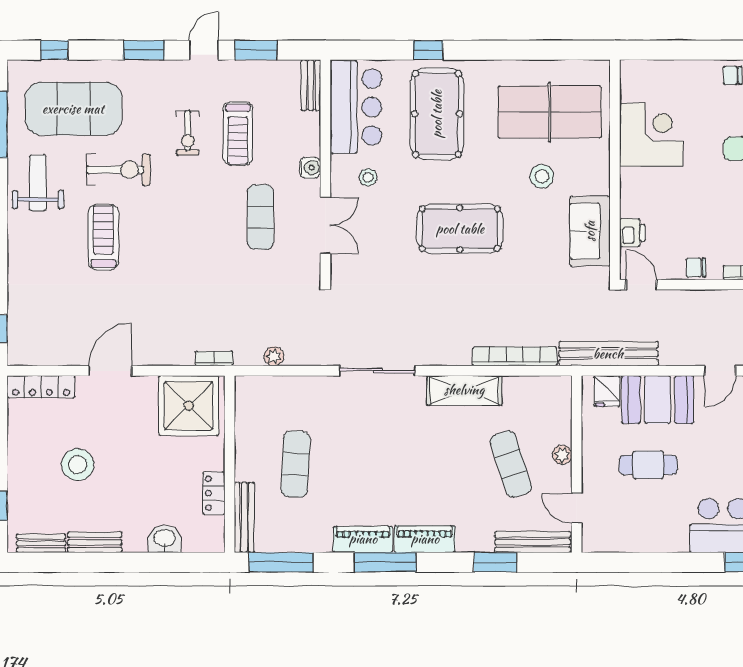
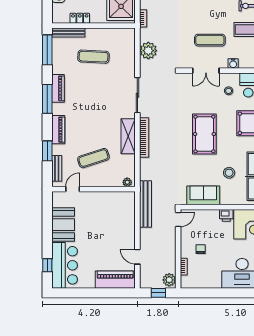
printer: (632, 233) -> (226, 215), moved
chair: (696, 268) -> (201, 249), moved
plant: (274, 356) -> (148, 51), width x1.88, depth x1.88
bookcase: (515, 356) -> (144, 138), moved
fridge: (607, 391) -> (128, 203), removed
booth: (658, 400) -> (63, 225), moved
plant: (562, 455) -> (127, 182), moved
cafe table: (648, 465) -> (93, 223), removed
piano: (425, 539) -> (58, 130), moved
bench: (533, 542) -> (57, 168), width x0.73

